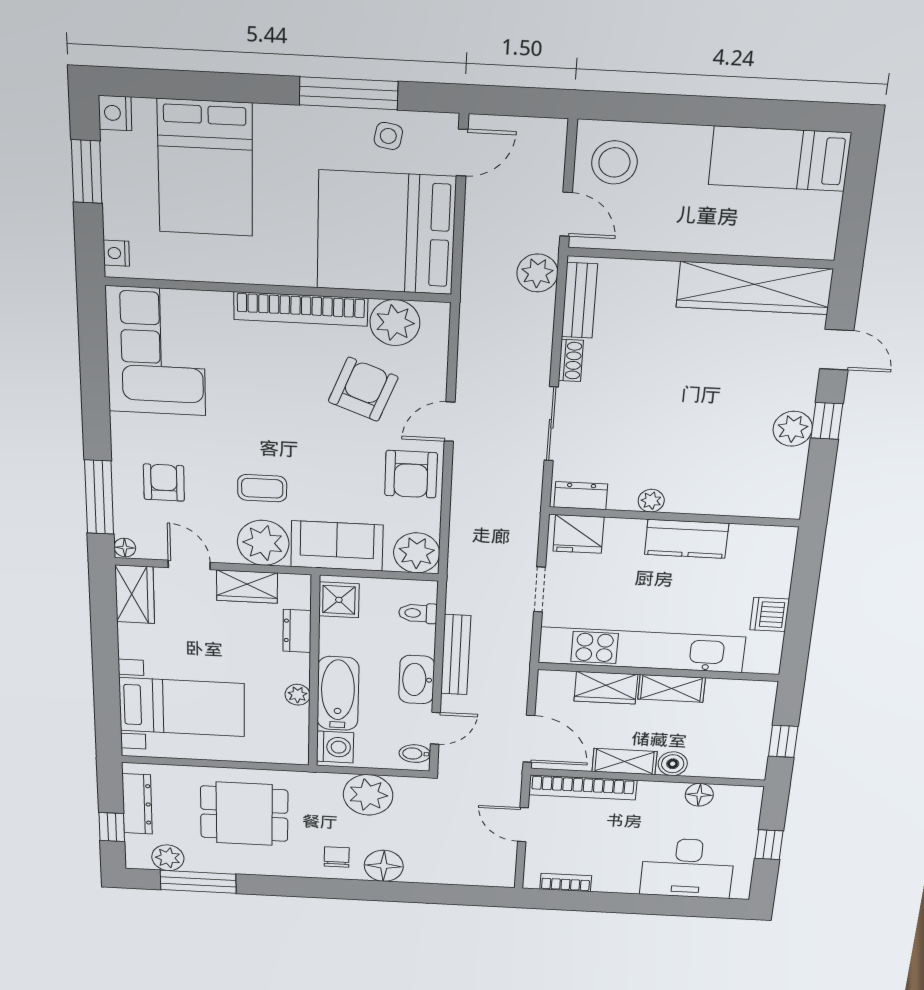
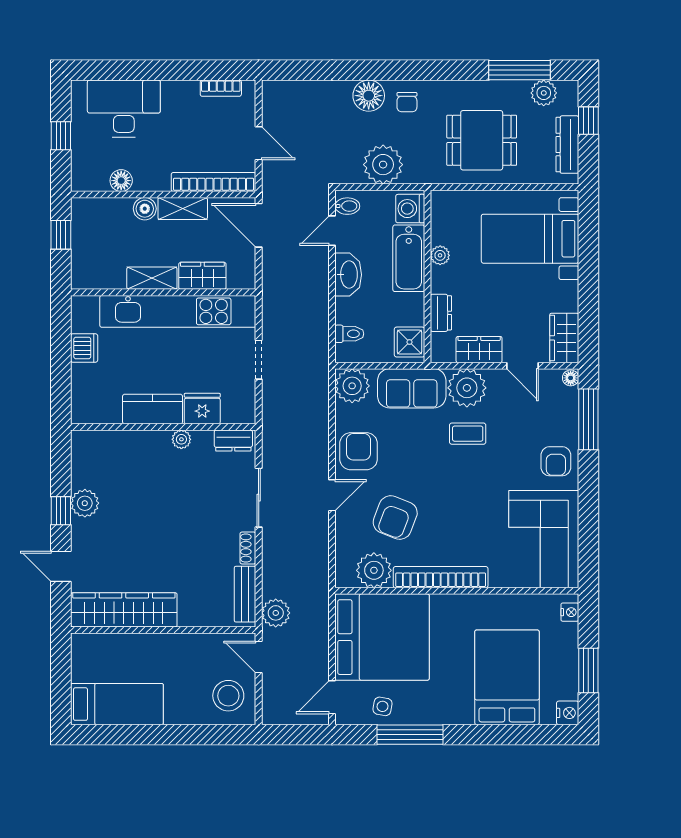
armchair: (164, 483) -> (556, 461), moved
fridge: (578, 534) -> (202, 409), moved
bench: (456, 655) -> (319, 299), removed

